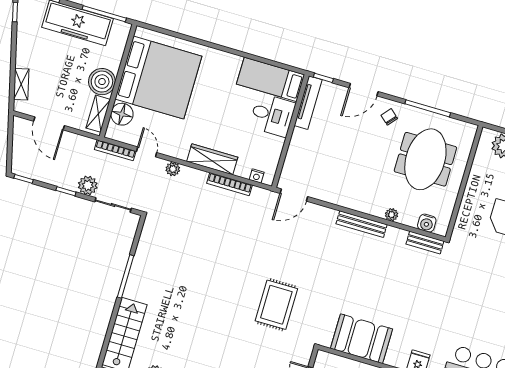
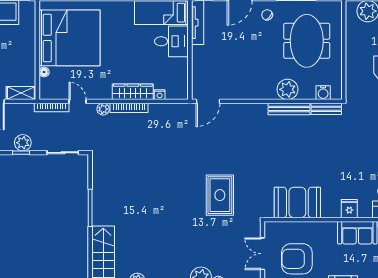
boiler: (102, 82) -> (24, 55), removed
shelving: (98, 114) -> (21, 93), moved, turned 90
floor lamp: (122, 114) -> (44, 72), width x0.53, depth x0.53
nightstand: (257, 176) -> (160, 95), moved
bookcase: (229, 184) -> (129, 108), moved
plant: (88, 185) -> (23, 143), moved
plant: (392, 215) -> (288, 89), width x1.87, depth x1.87
bench: (362, 224) -> (289, 109), moved

